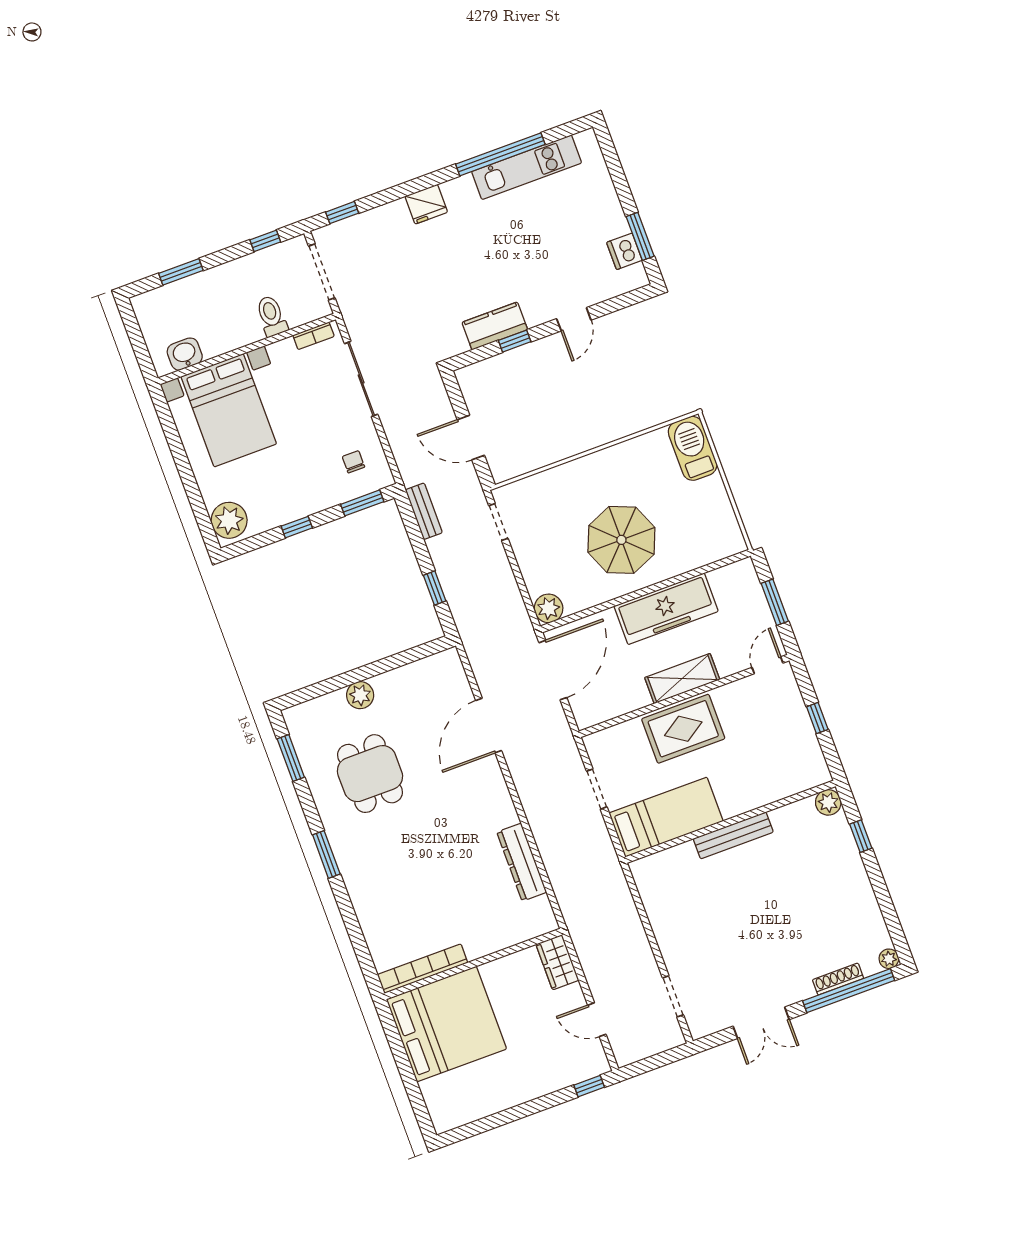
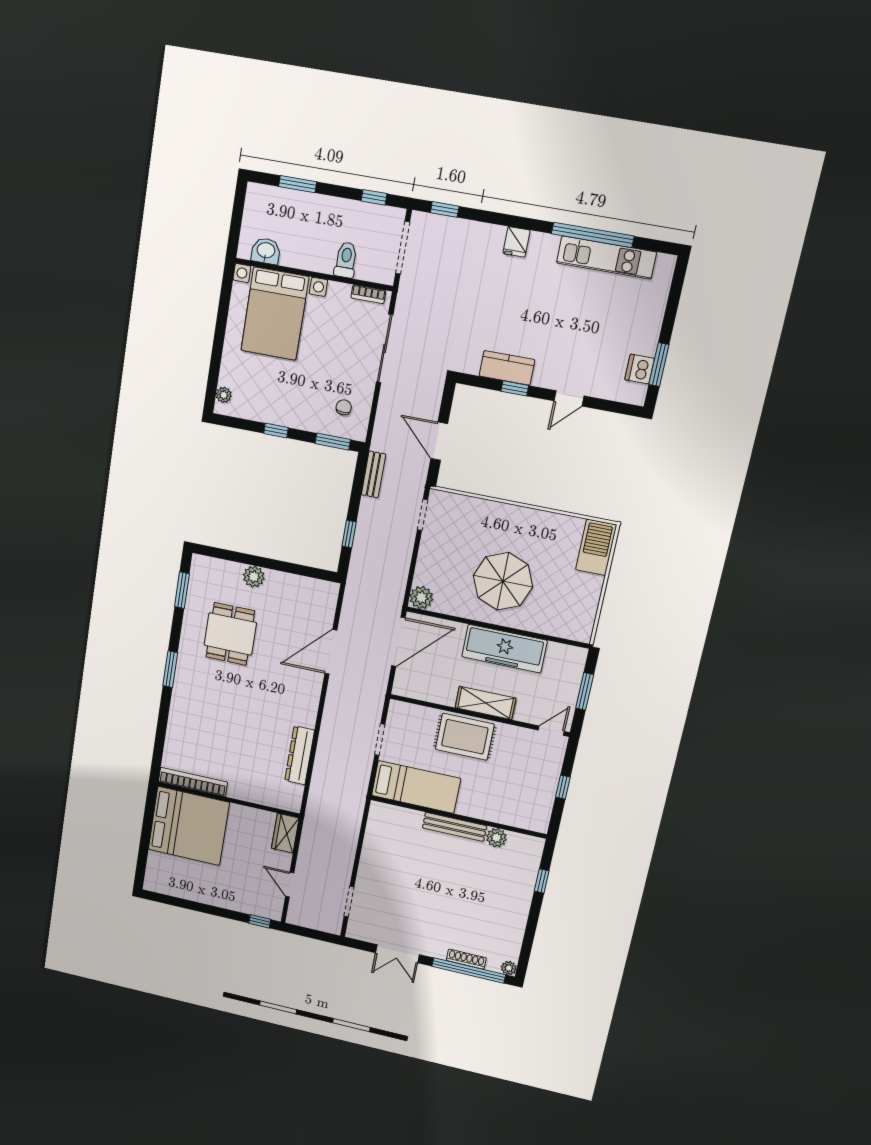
fridge: (426, 204) -> (516, 242), width x0.72
plant: (229, 520) -> (224, 395), width x0.53, depth x0.53
plant: (828, 802) -> (496, 838), moved

